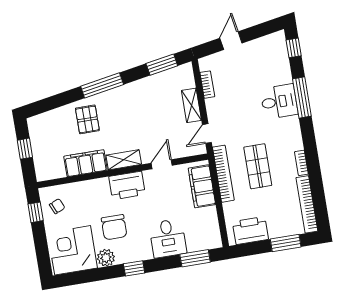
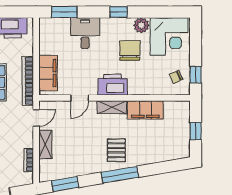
pallet: (87, 119) -> (116, 150), moved

